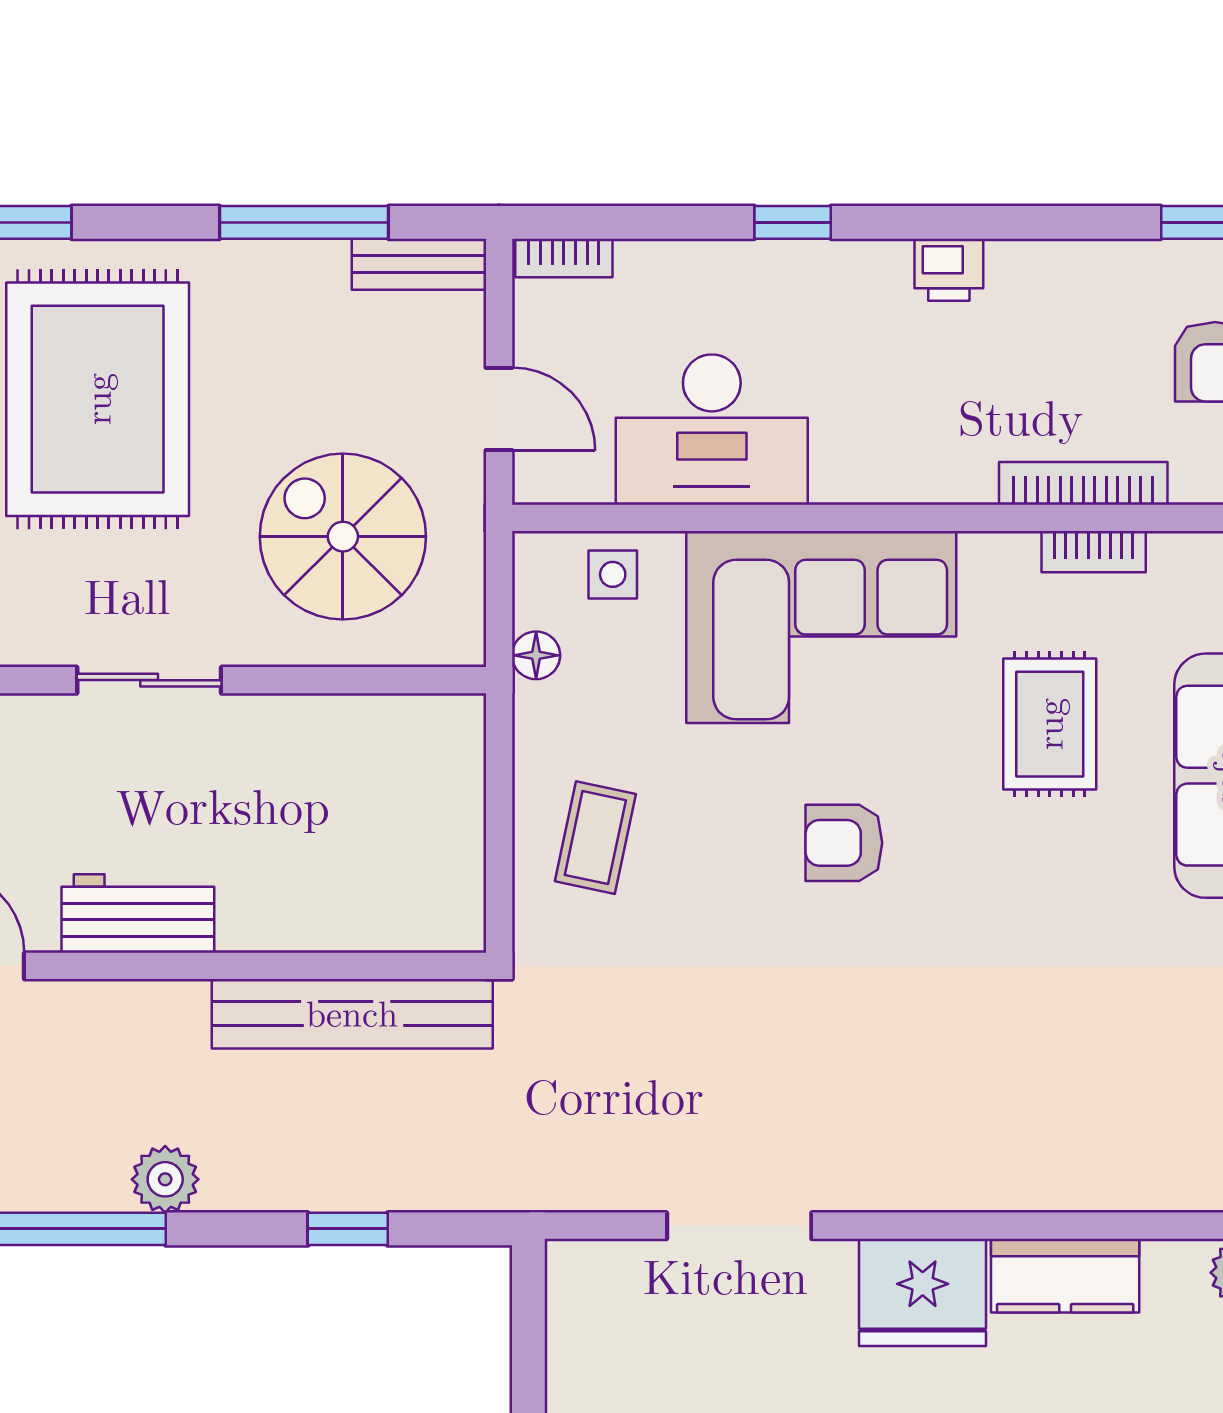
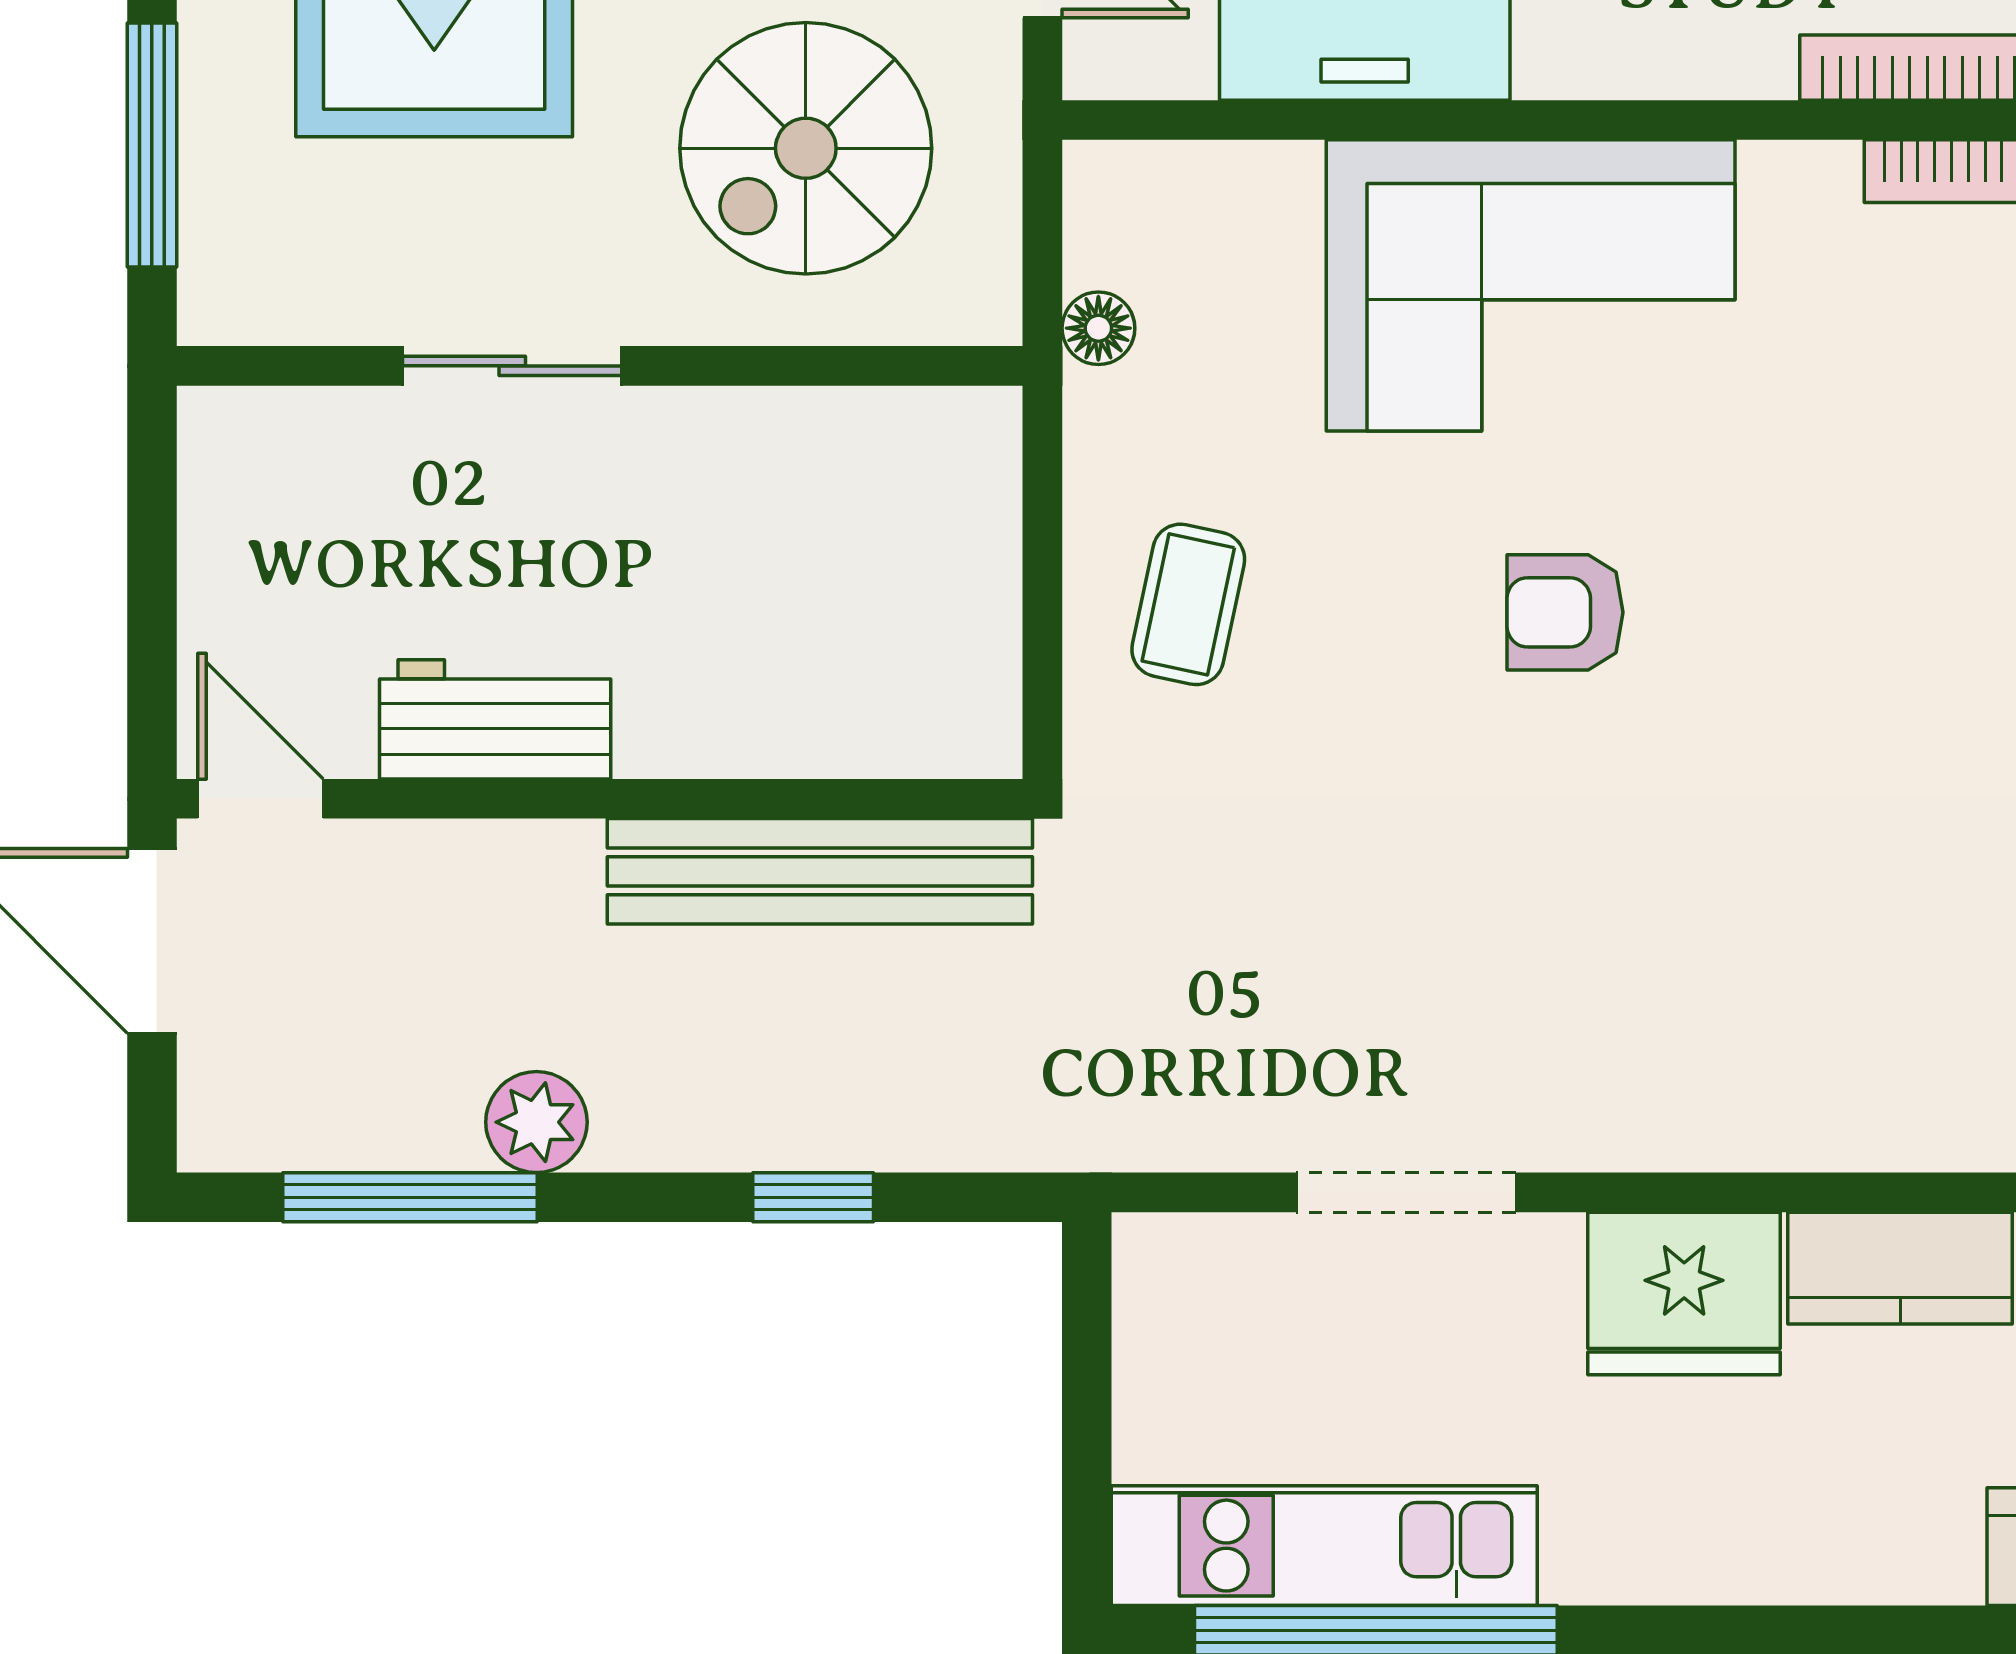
spiral stairs: (343, 537) -> (806, 148), turned -90
side table: (613, 574) -> (1215, 206), removed
rug: (1050, 724) -> (1877, 432), removed

